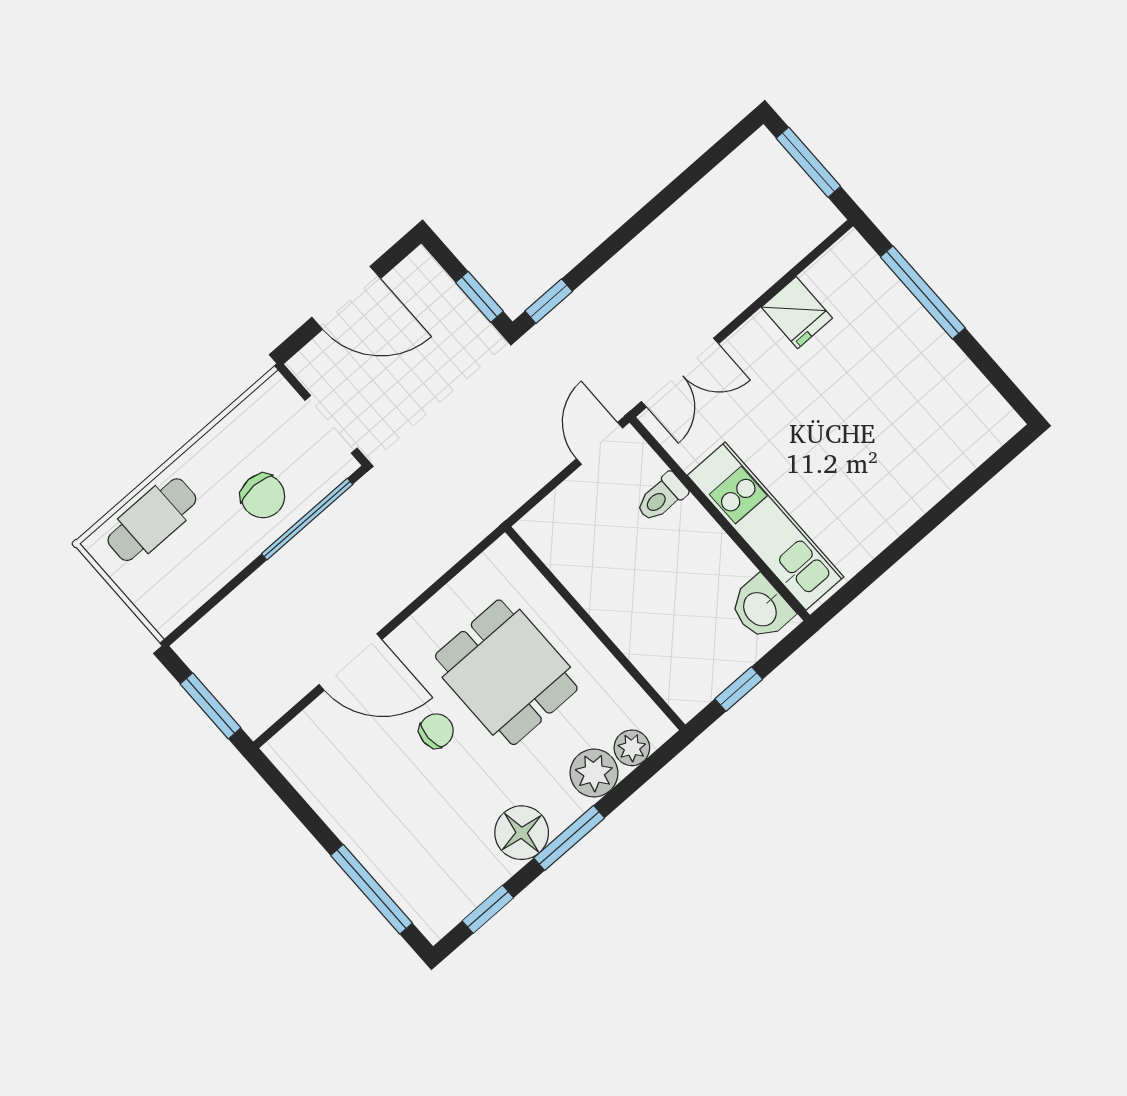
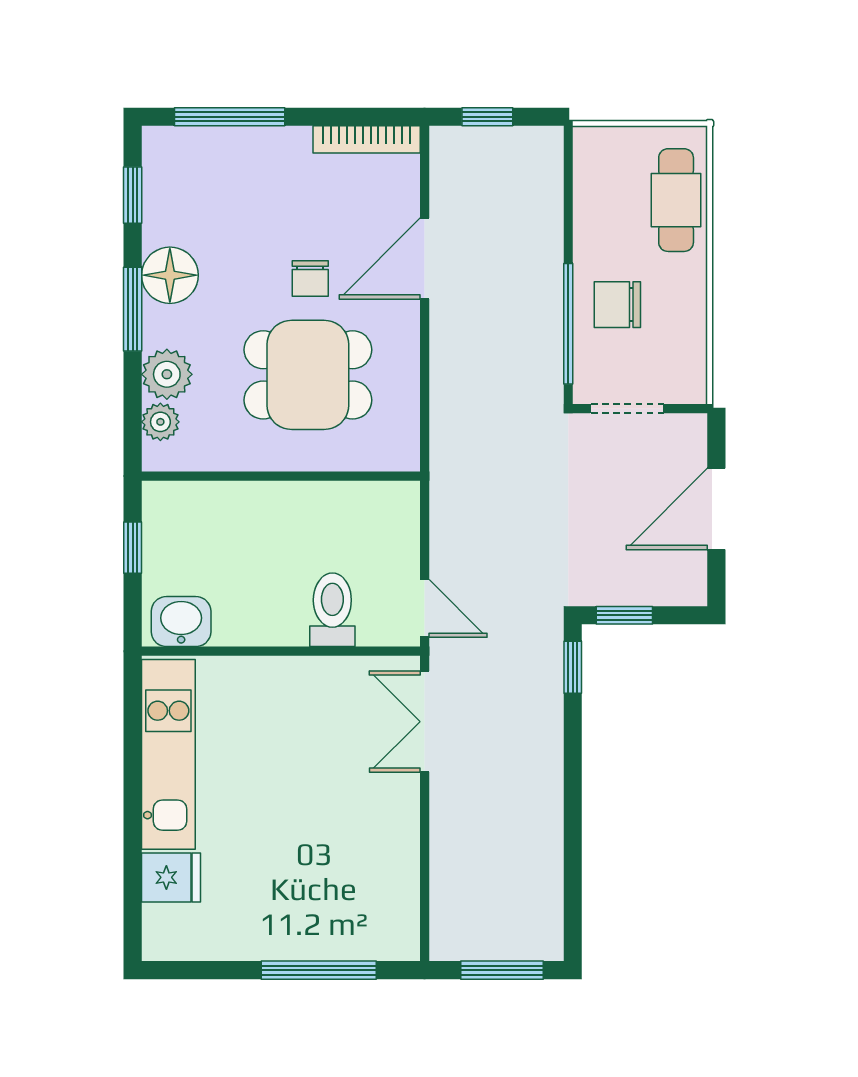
fridge: (797, 313) -> (171, 877), moved, turned 180
toilet: (662, 497) -> (332, 610), width x1.37, depth x1.39
kitchen unit: (766, 526) -> (168, 754), moved, turned -90
window: (210, 706) -> (487, 117), width x0.67
bookcase: (302, 778) -> (367, 139), added

